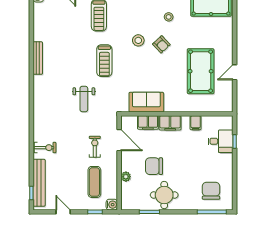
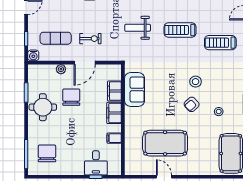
treadmill: (104, 61) -> (180, 30), moved
door: (119, 140) -> (85, 63), moved
chair: (211, 191) -> (47, 153), turned -90

